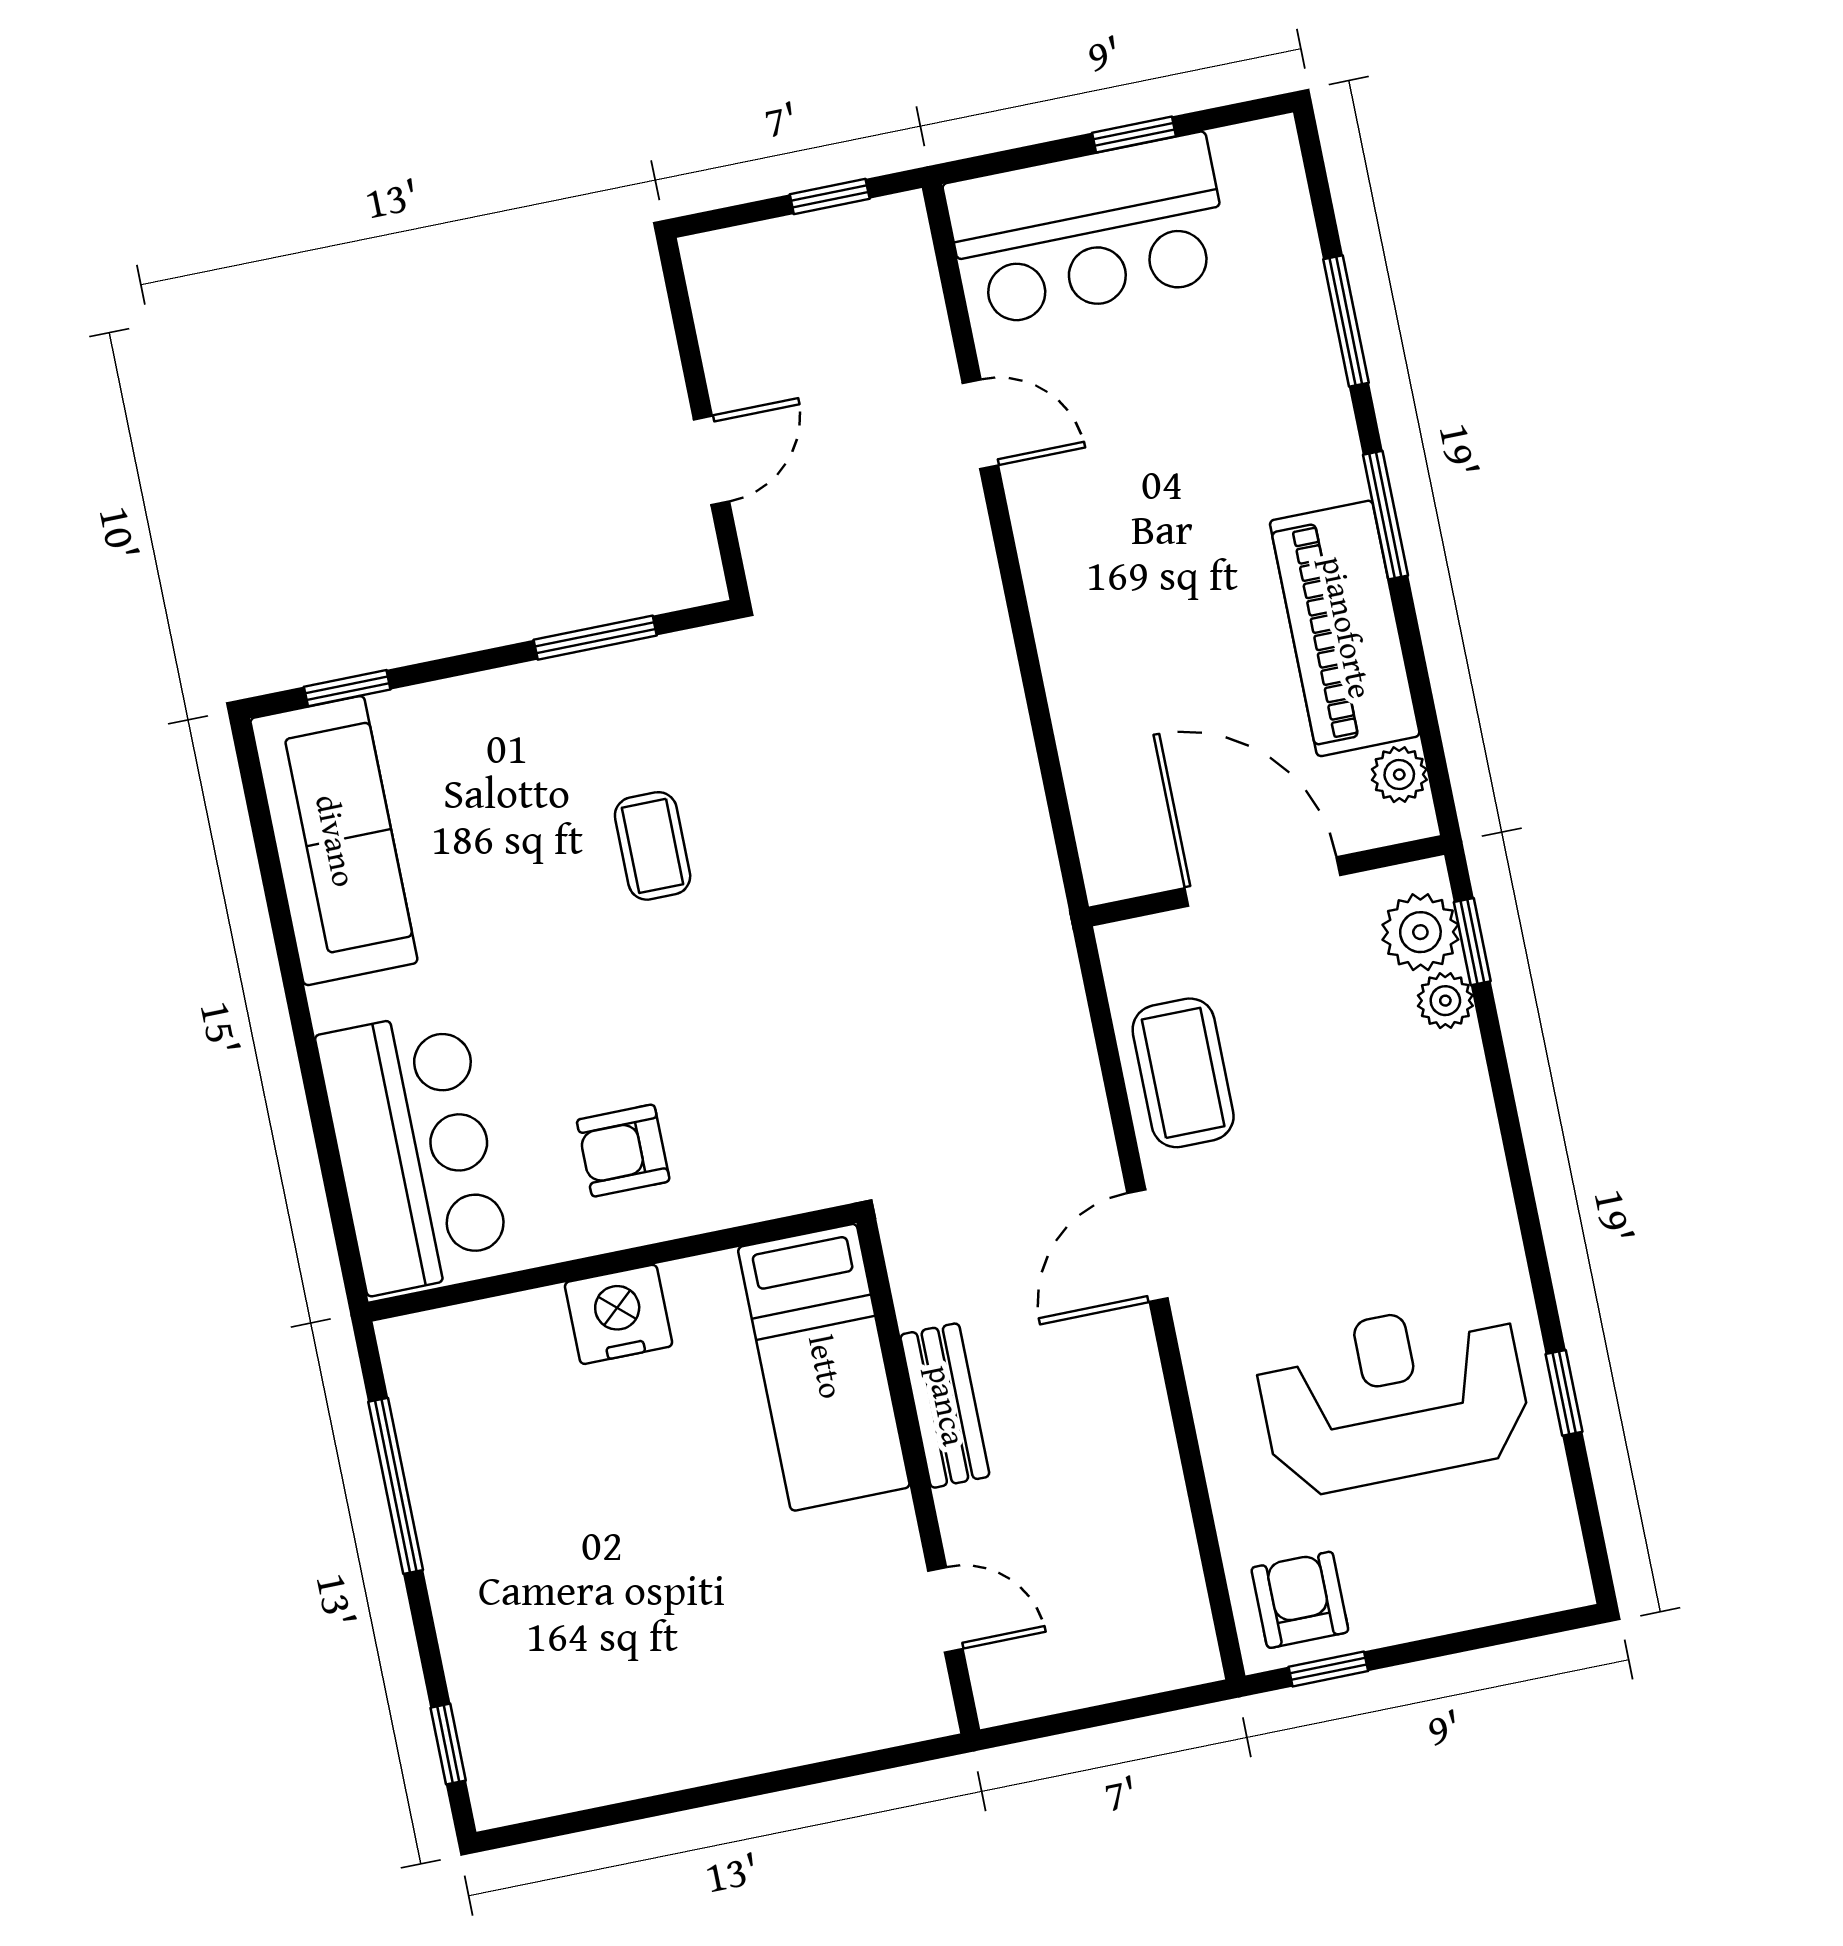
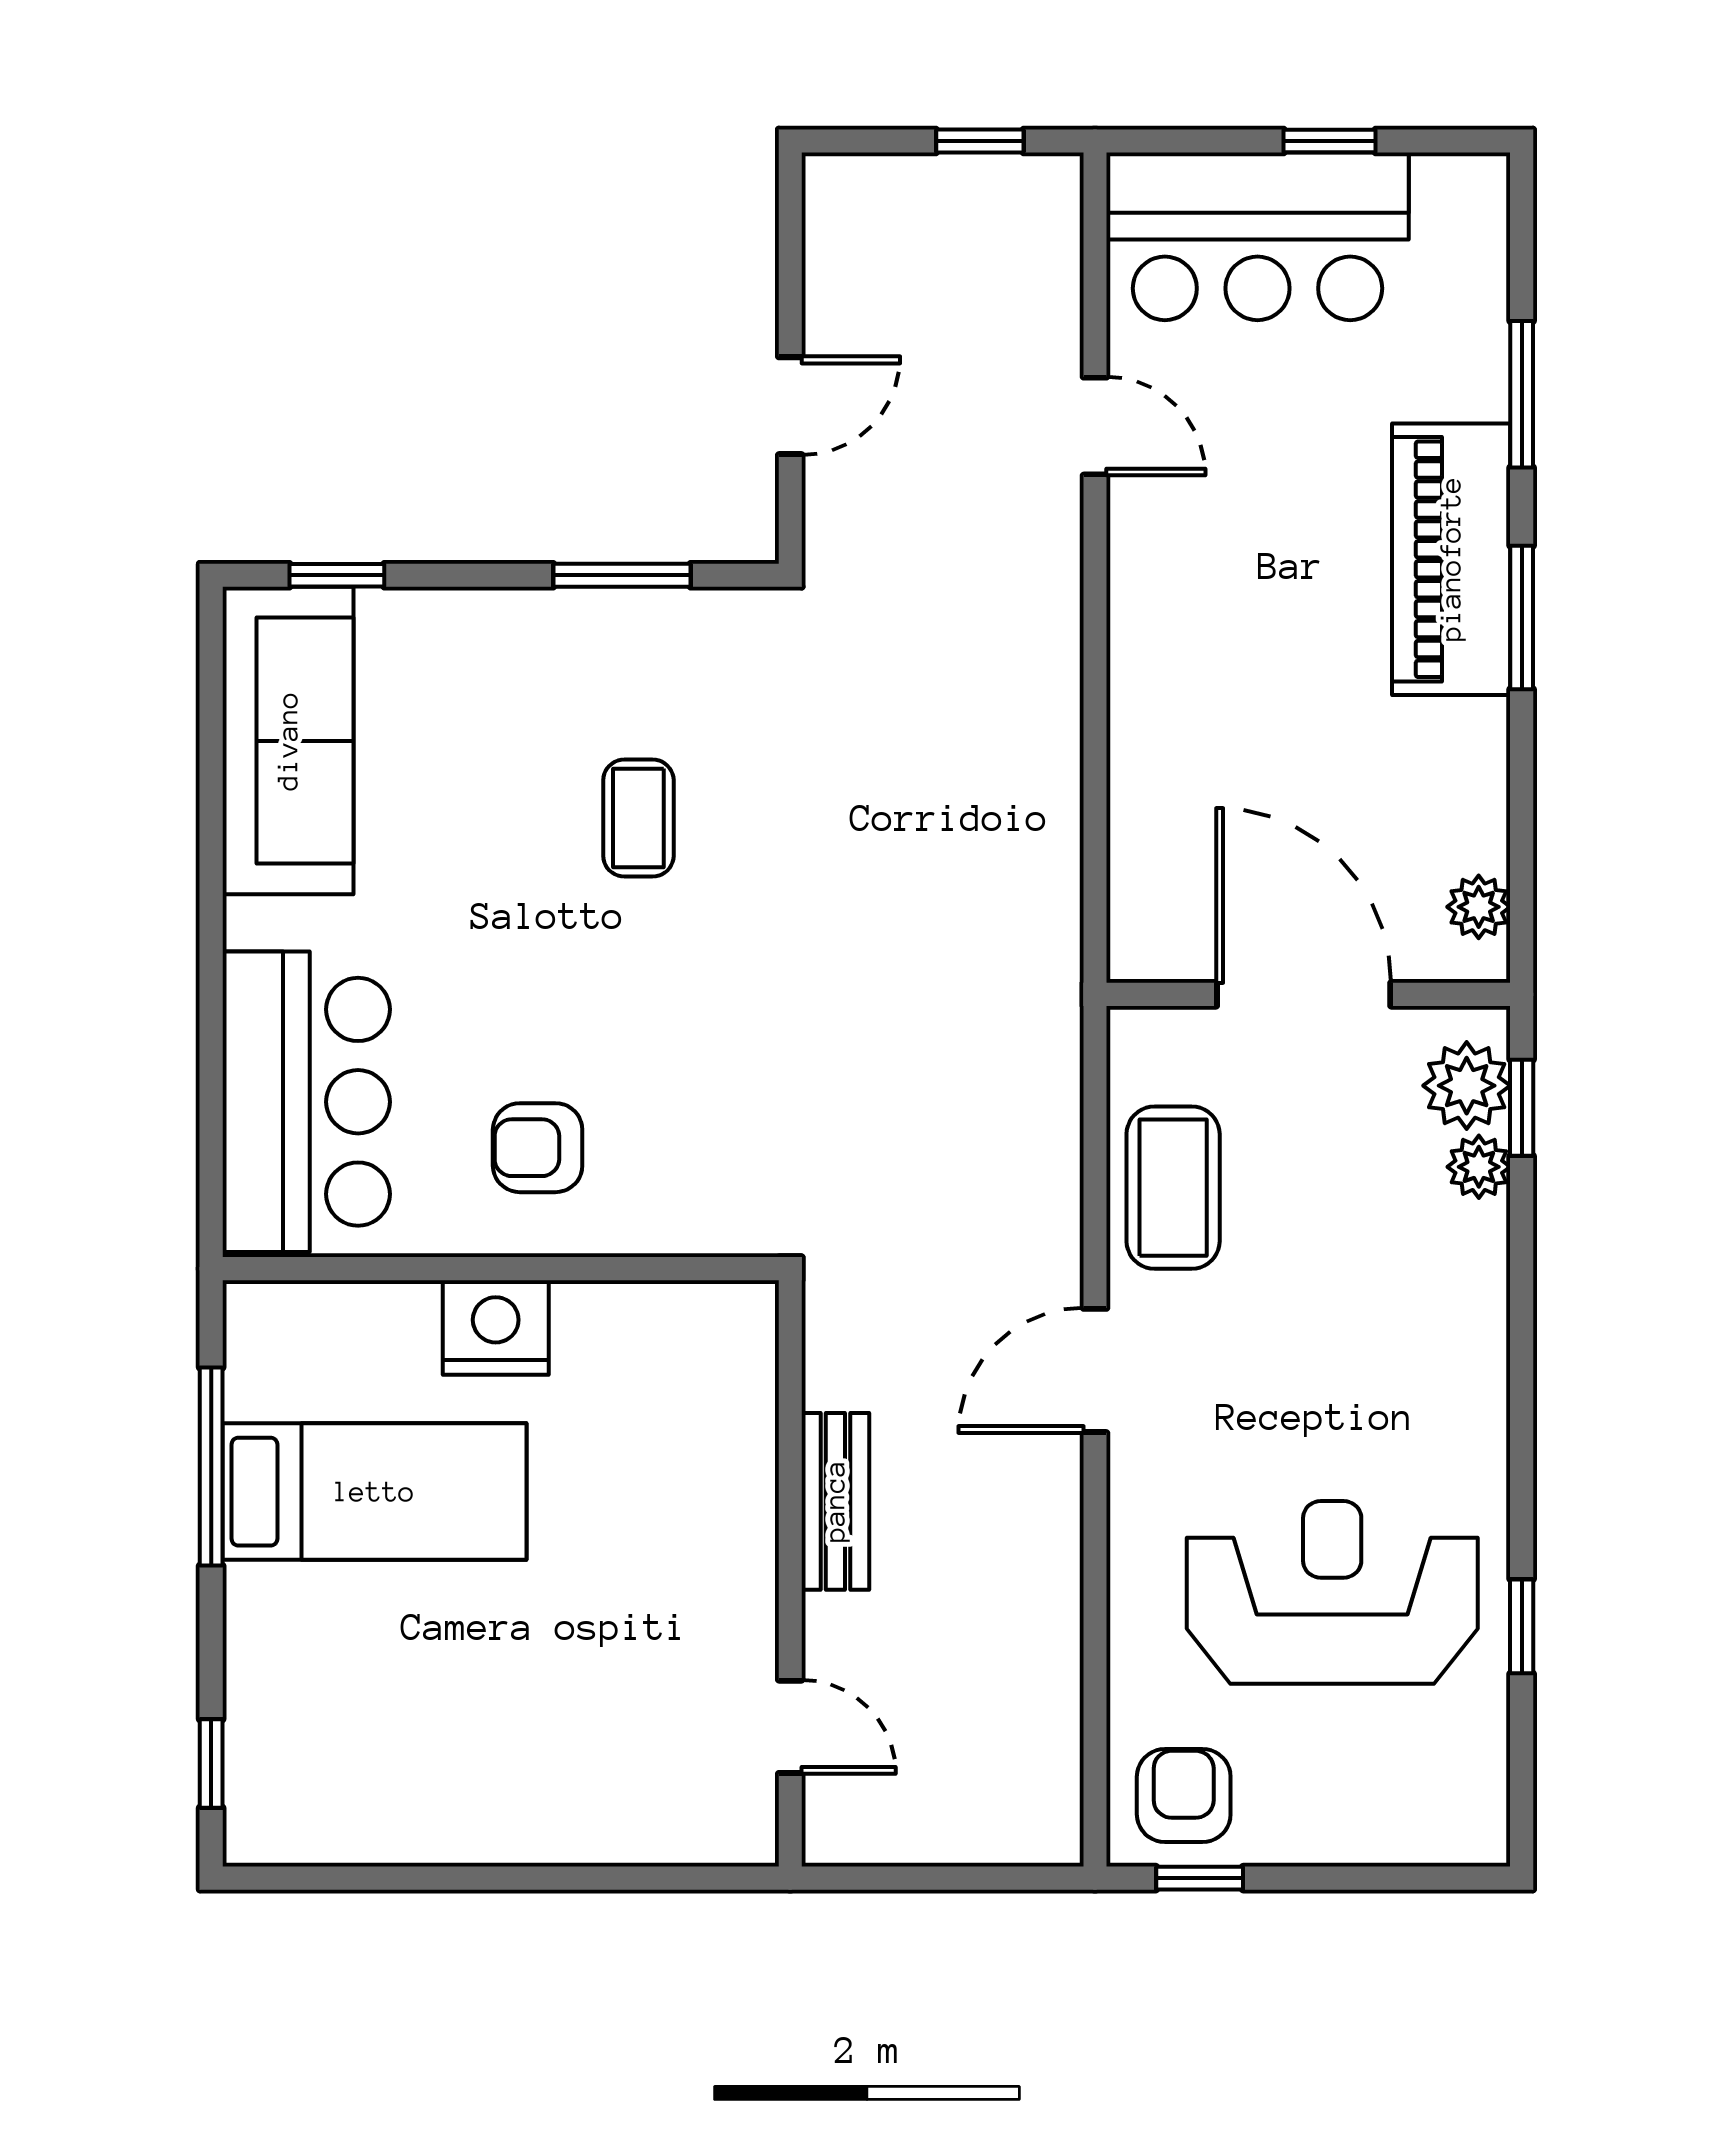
piano: (1345, 628) -> (1451, 559), moved
bed: (824, 1367) -> (374, 1492), moved, turned -90

